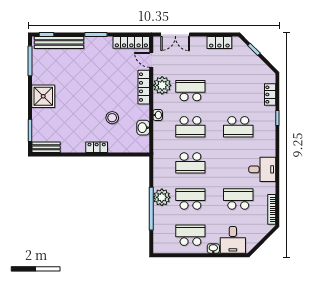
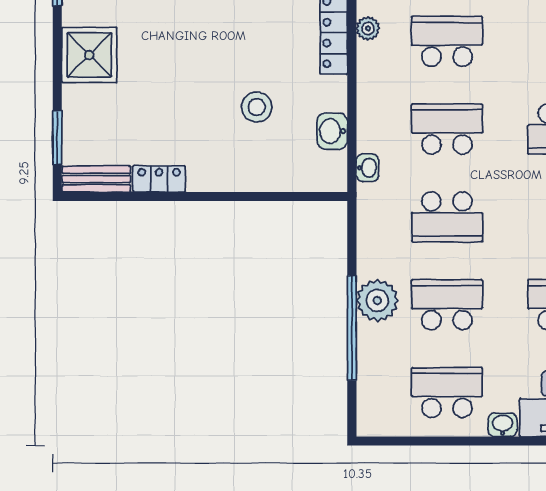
plant: (162, 85) -> (368, 28), width x0.53, depth x0.53
washbasin: (158, 115) -> (367, 168), moved
school desk: (190, 127) -> (447, 129), turned 180
locker: (97, 147) -> (159, 179), moved

